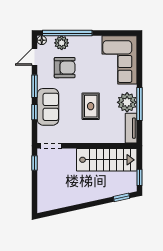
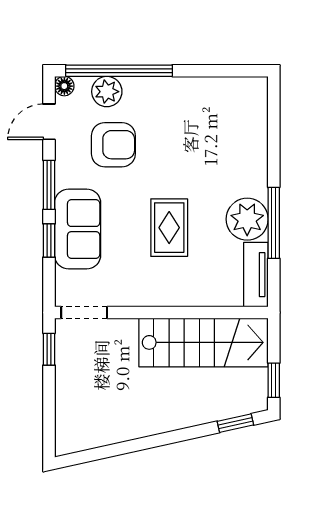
corner sofa: (119, 60) -> (231, 128), removed

